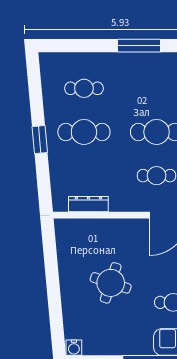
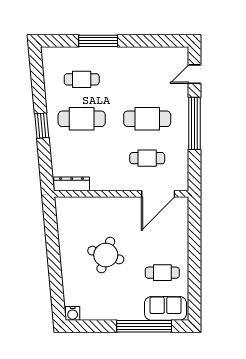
window: (139, 46) -> (98, 41), moved
dresser: (88, 204) -> (72, 184), moved

